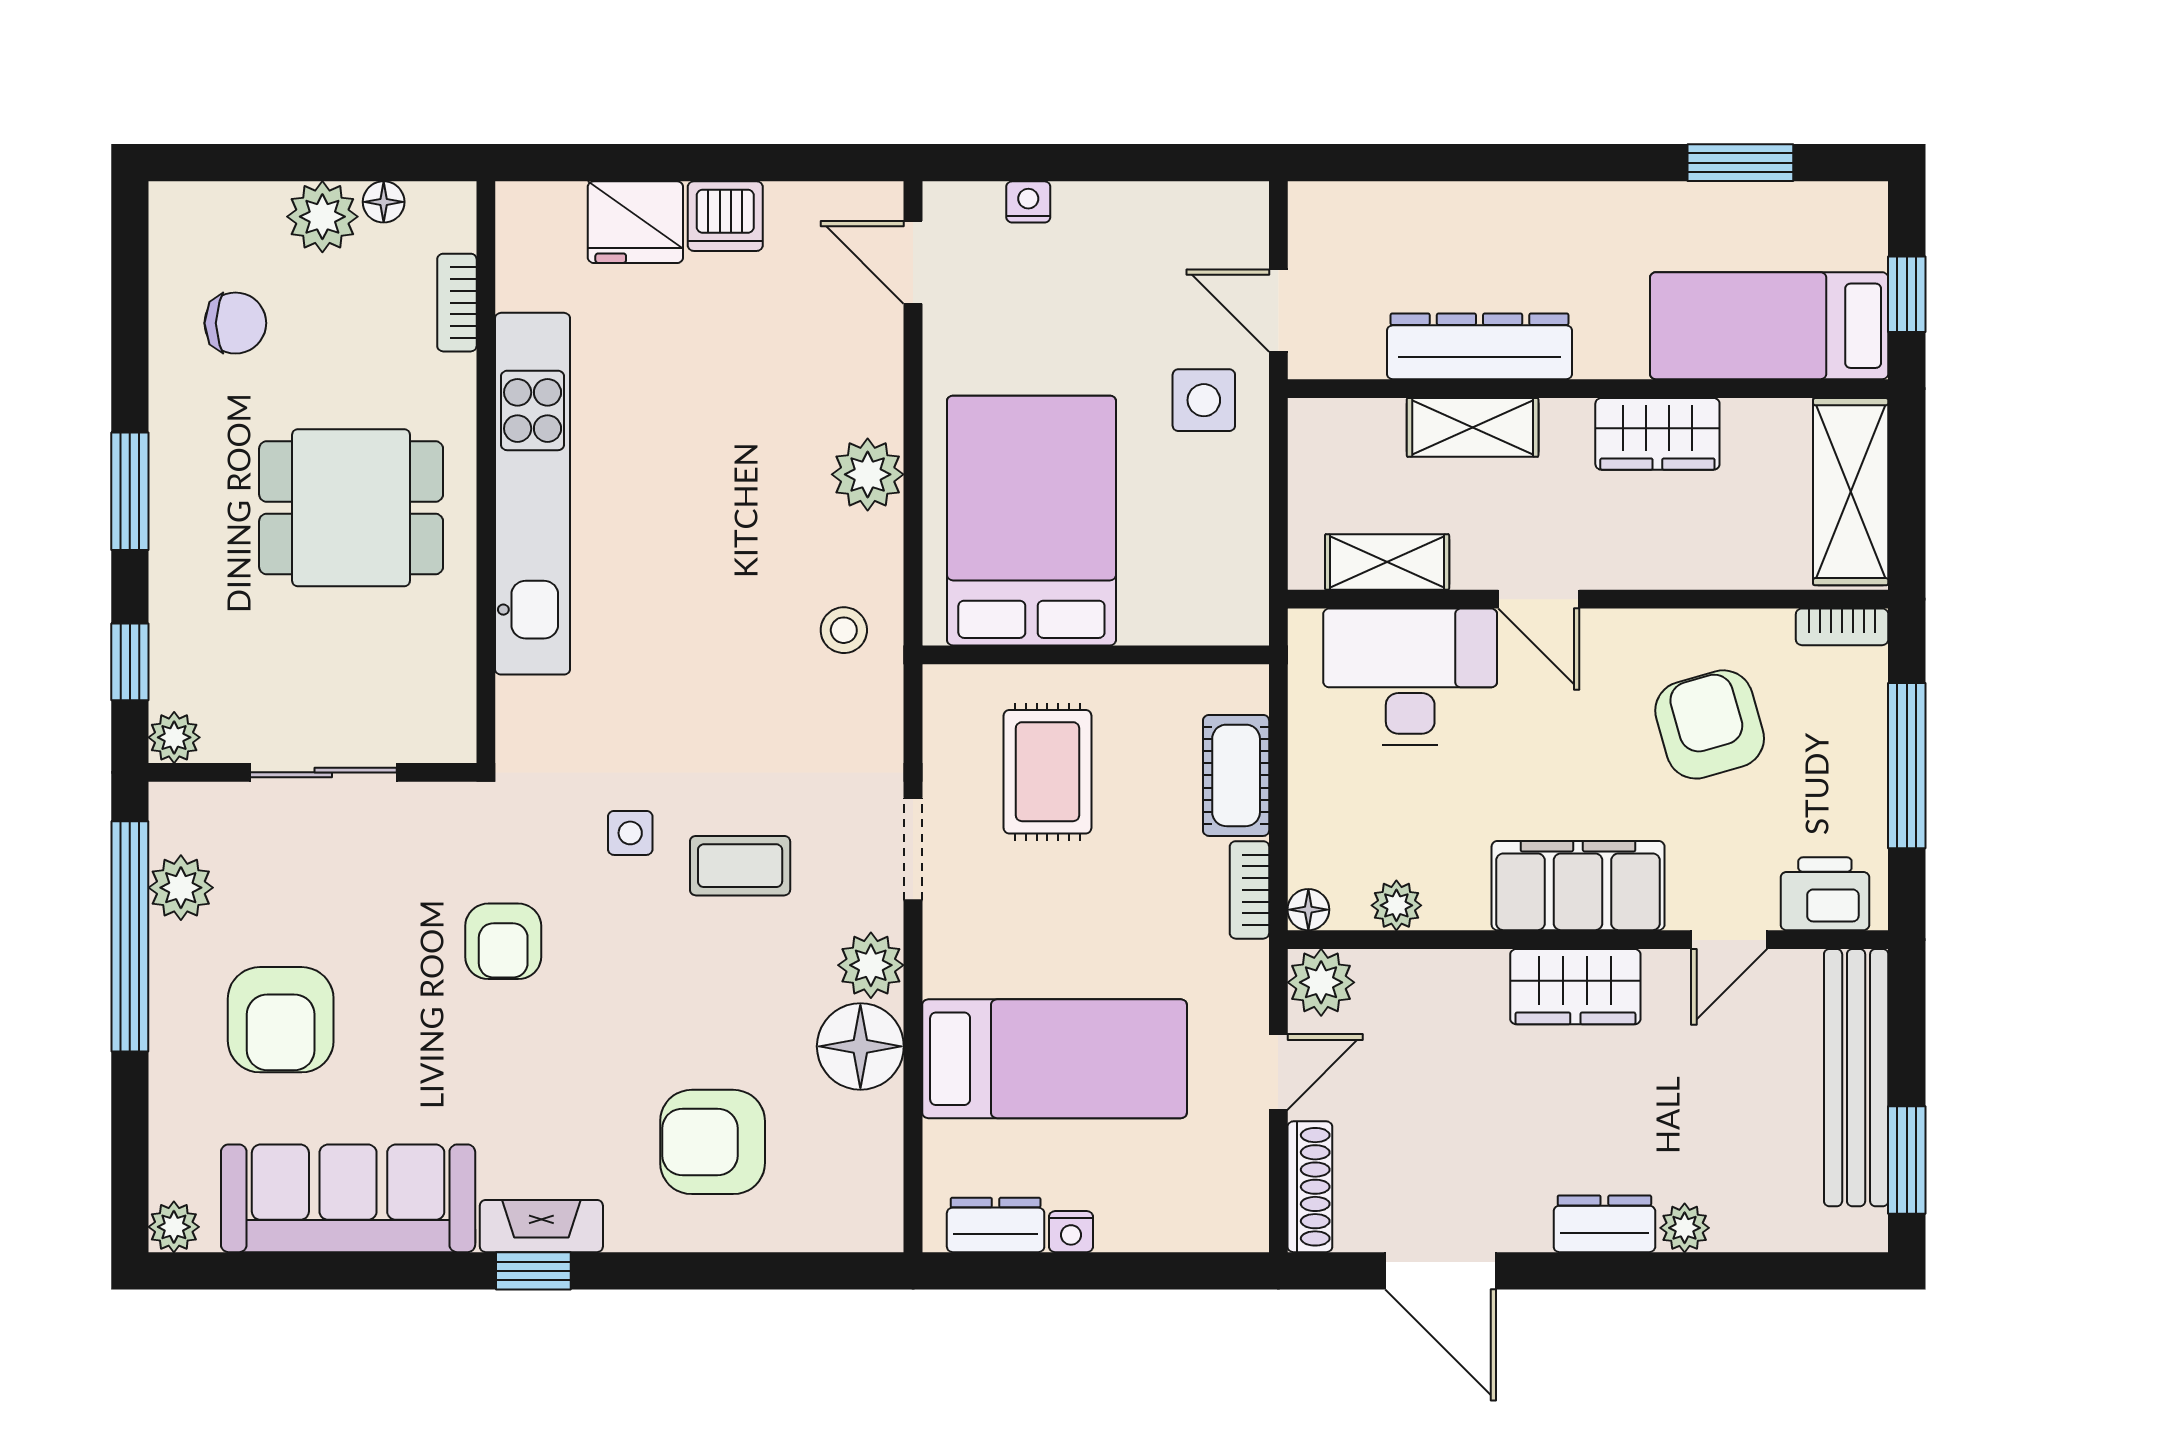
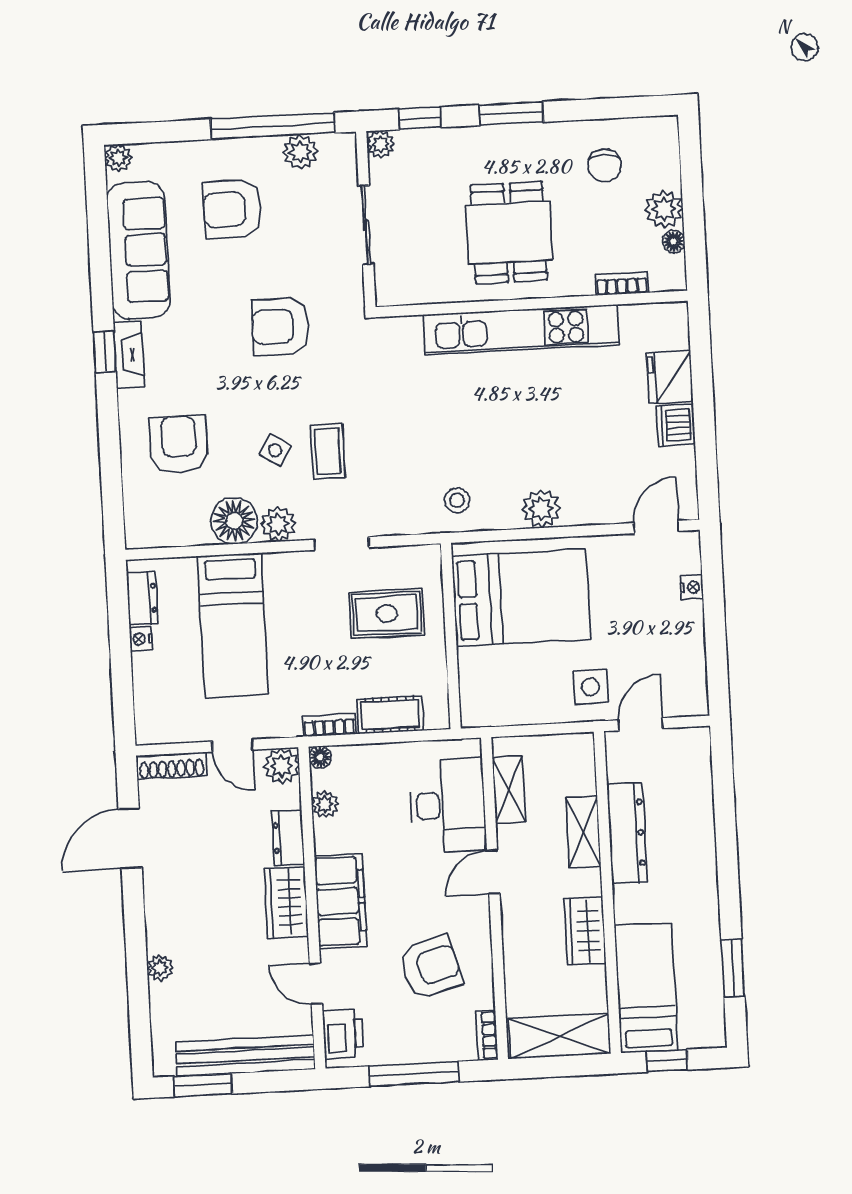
side table: (630, 833) -> (275, 450), moved, turned 32
armchair: (503, 941) -> (281, 326), width x1.38, depth x1.38
dresser: (1604, 1224) -> (288, 838), moved, turned 180

